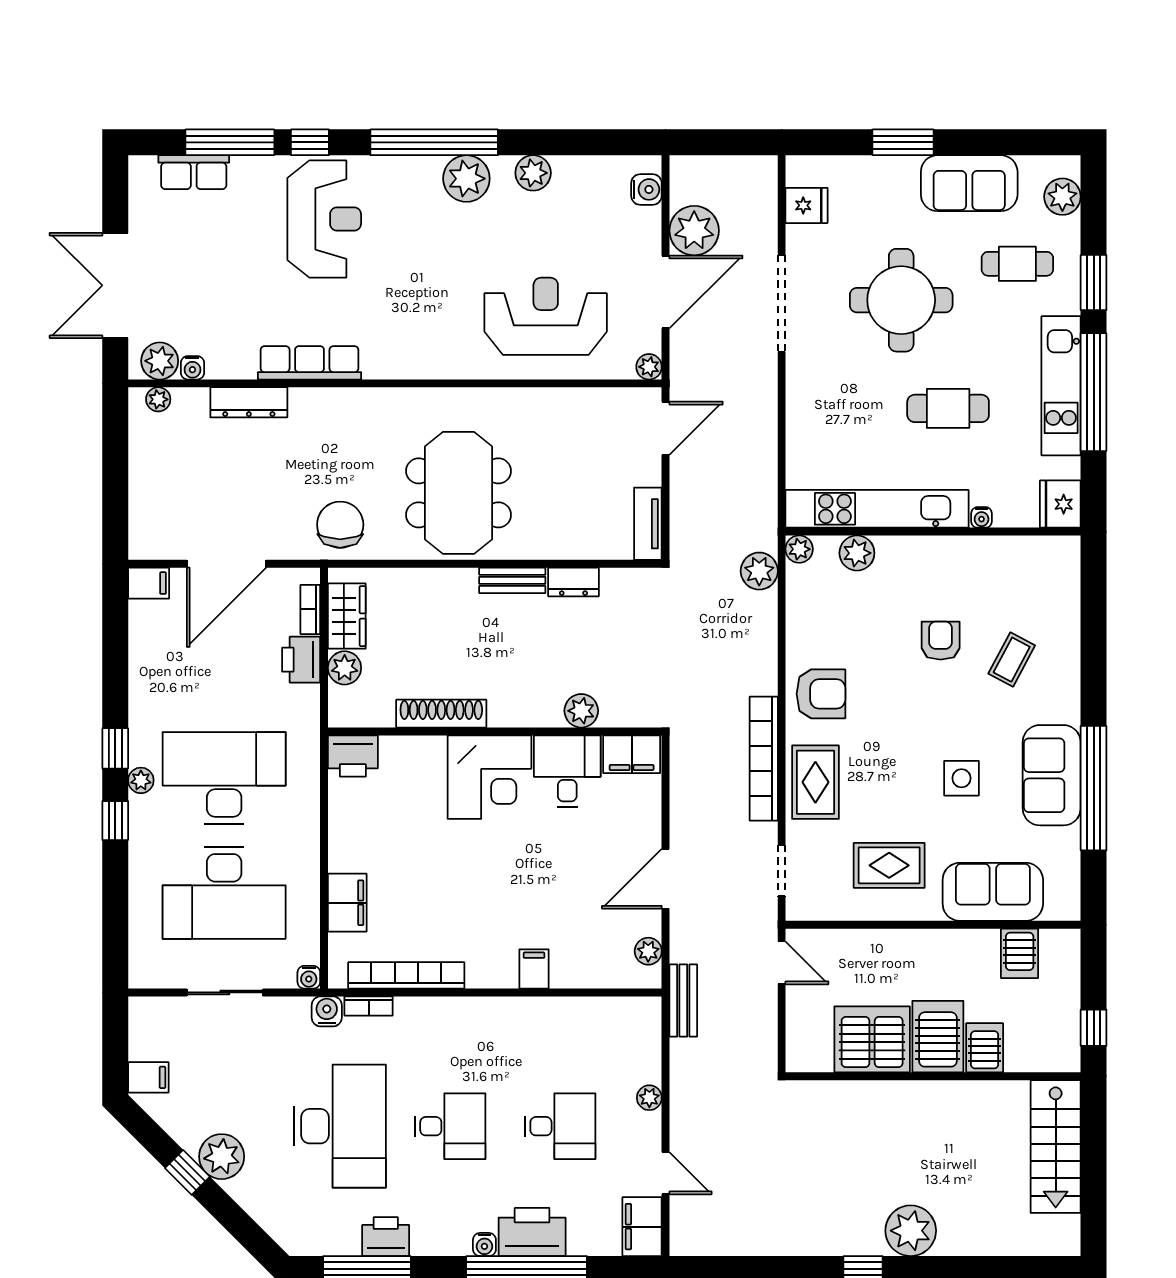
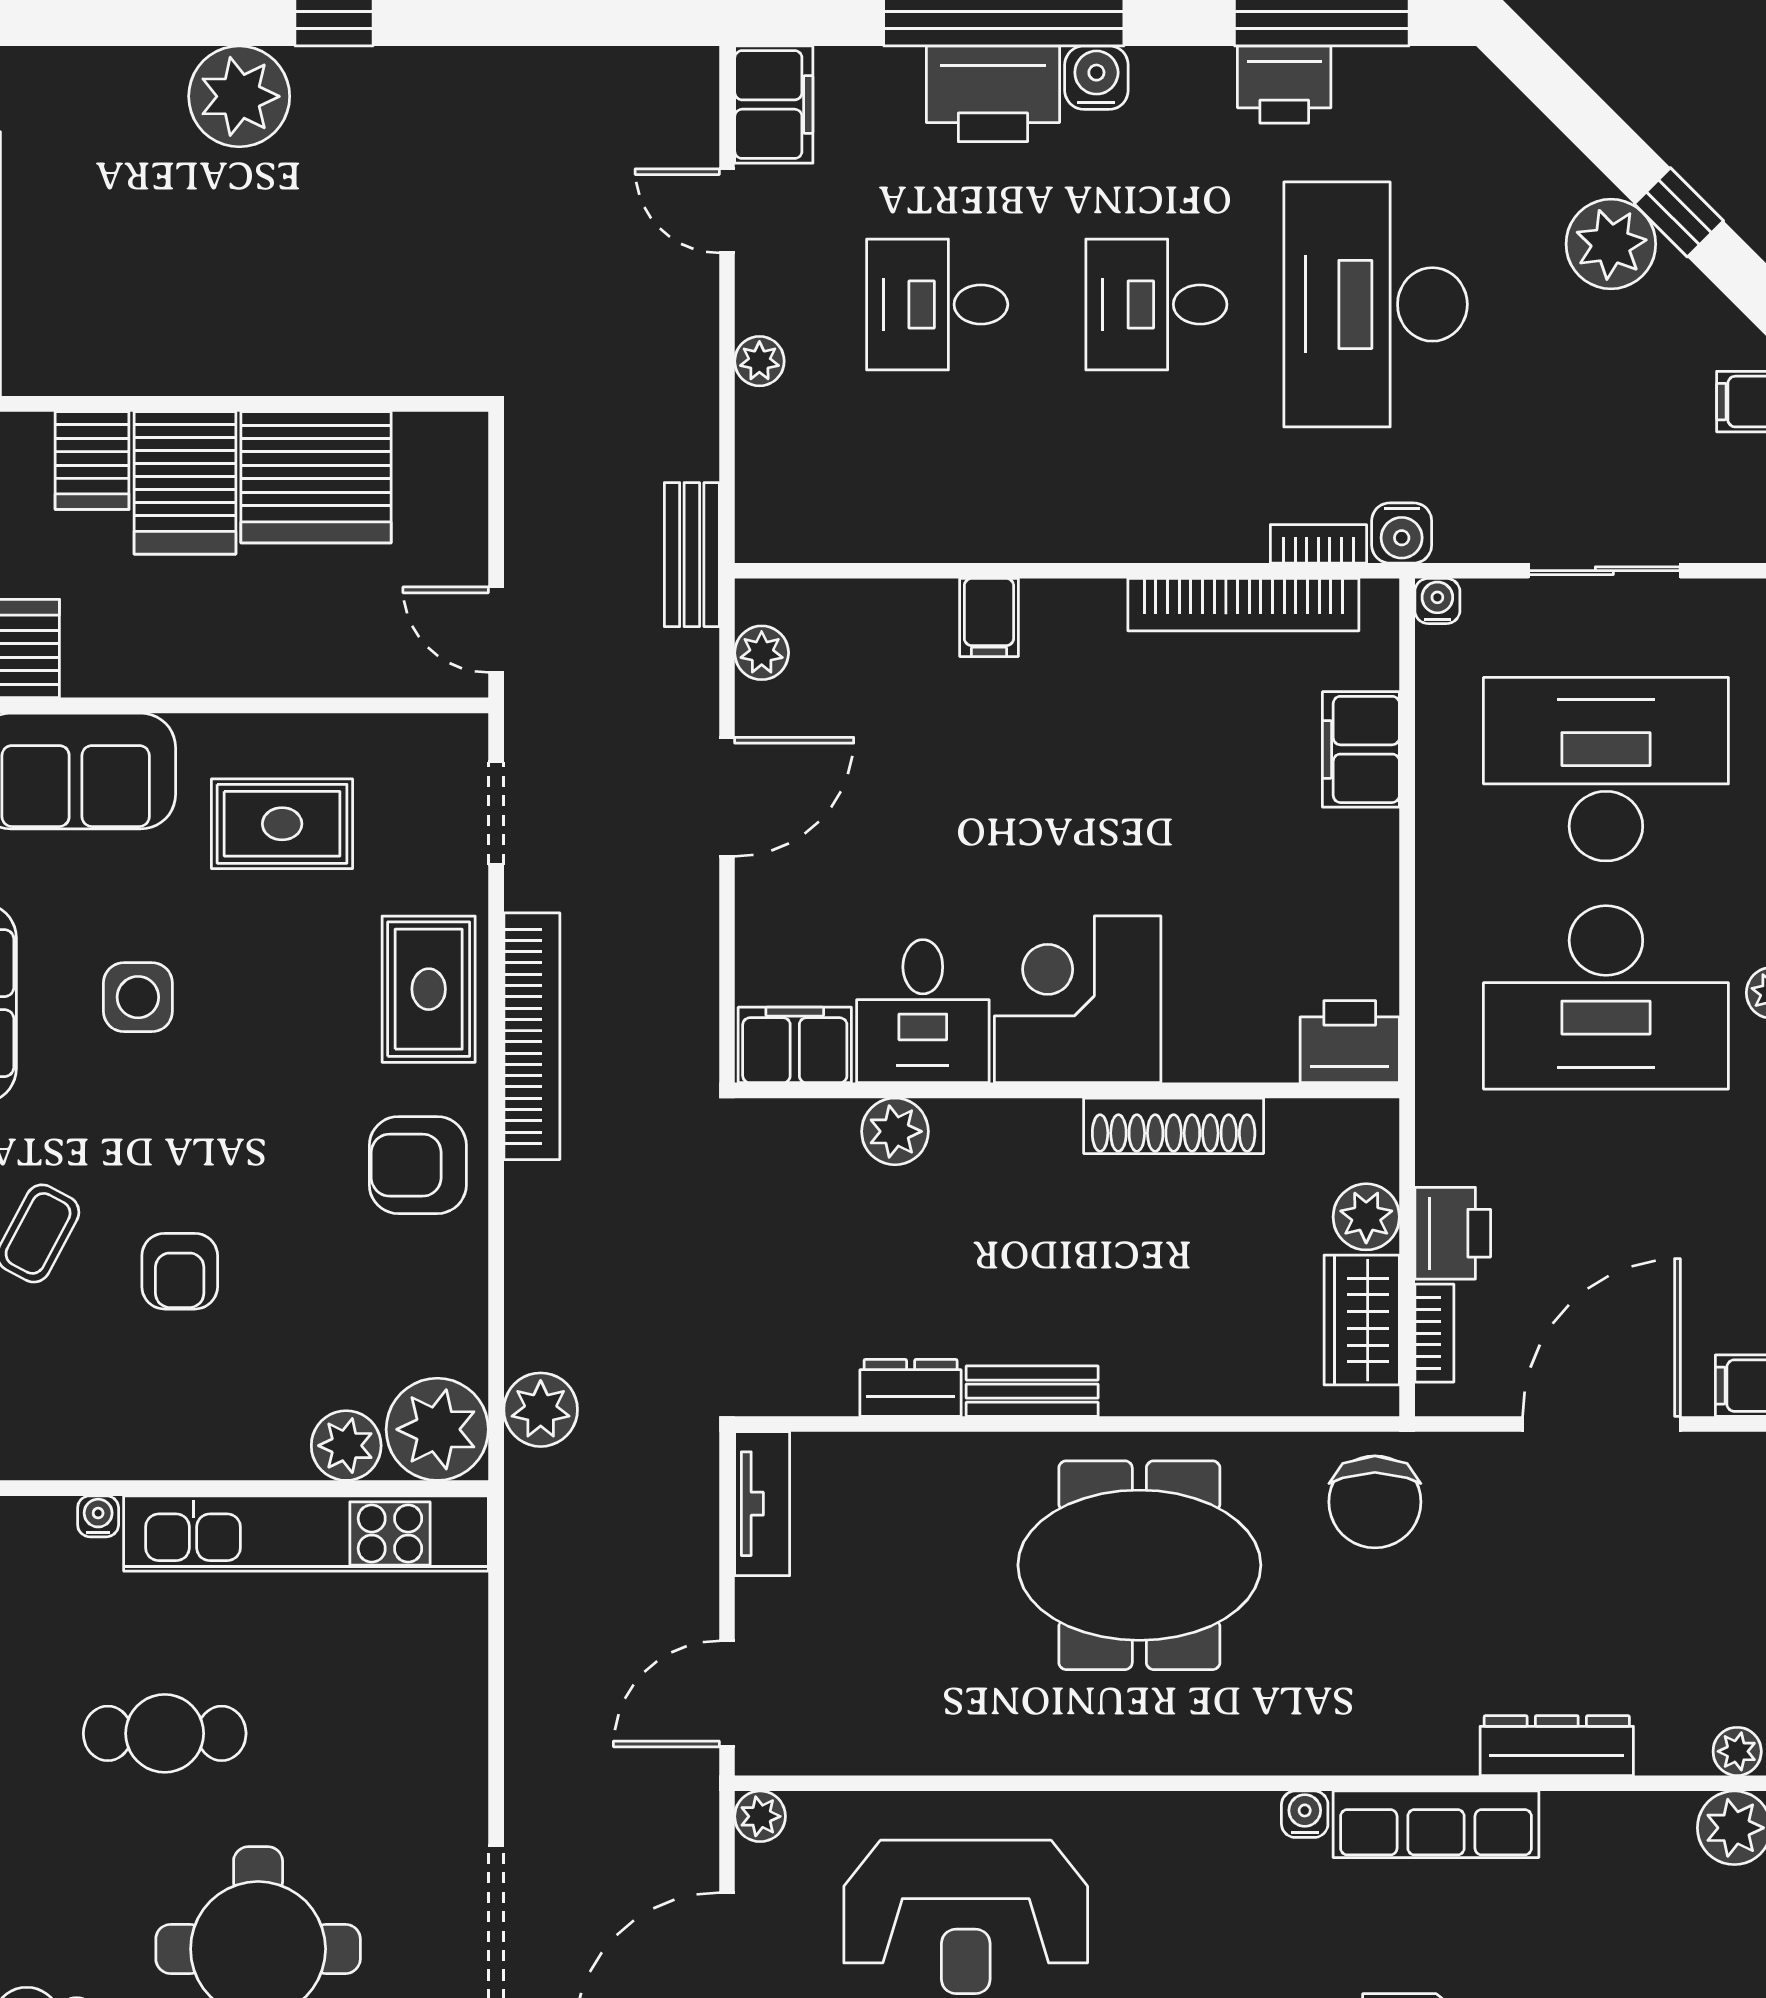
water cooler: (192, 368) -> (1305, 1814), moved
meeting table: (459, 493) -> (1139, 1565), turned 90
plant: (799, 549) -> (437, 1429), width x1.87, depth x1.87
water cooler: (484, 1245) -> (1096, 78), width x1.38, depth x1.38

